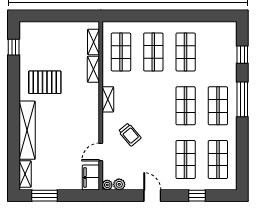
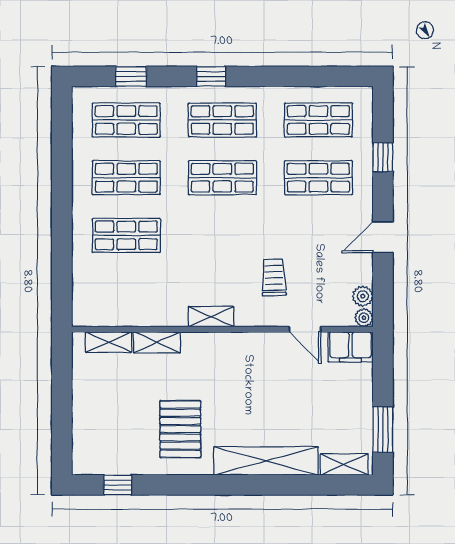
shop shelf: (121, 52) -> (126, 120), moved
window: (242, 99) -> (211, 76), width x0.46
trolley: (130, 135) -> (274, 277), turned -52

